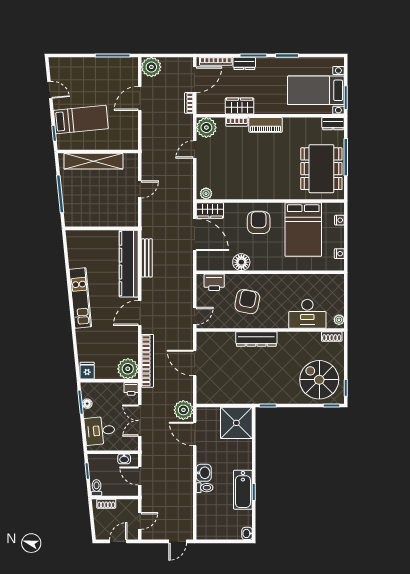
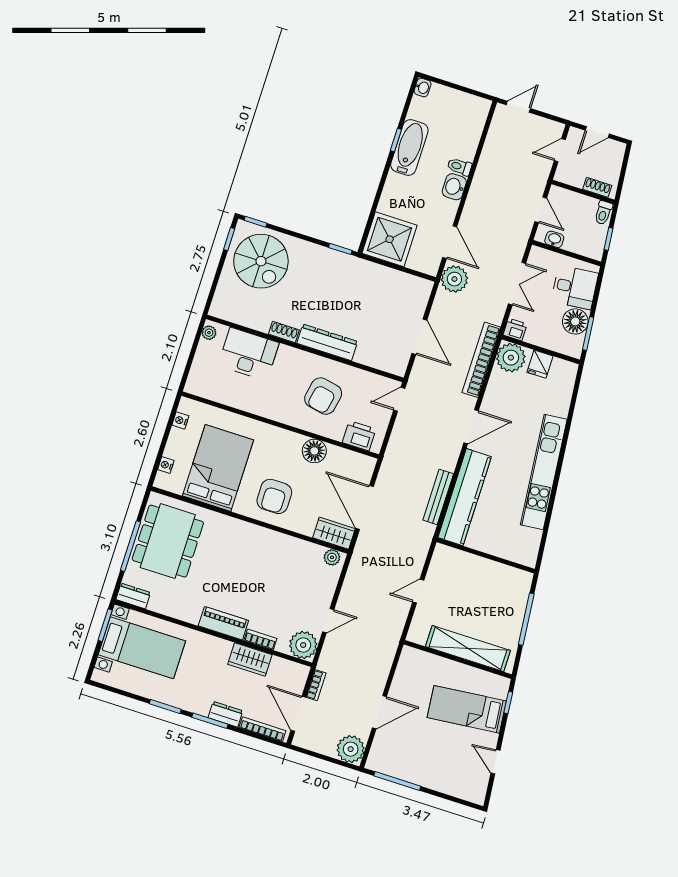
door: (195, 80) -> (298, 714), hinge flipped
kitchen unit: (80, 298) -> (544, 472), width x1.36
shoe rack: (332, 337) -> (284, 332), moved
fridge: (87, 371) -> (540, 364), moved
floor lamp: (87, 404) -> (575, 321), width x1.89, depth x1.89

